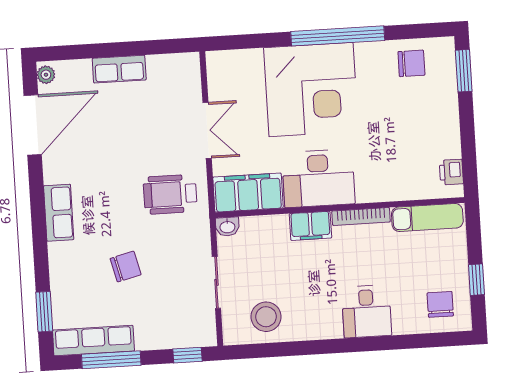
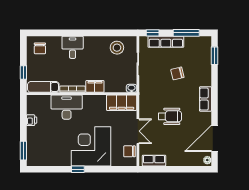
window: (338, 36) -> (78, 169), width x0.32
chair: (411, 63) -> (129, 151), moved
row of seats: (119, 69) -> (154, 161), moved
double door: (207, 130) -> (138, 131), swing flipped
printer: (451, 172) -> (32, 120), moved
desk: (318, 178) -> (67, 107), moved
wheelchair: (170, 194) -> (170, 116), moved
window: (476, 280) -> (23, 73), moved
row of seats: (93, 341) -> (166, 42), moved

